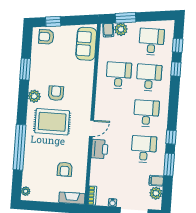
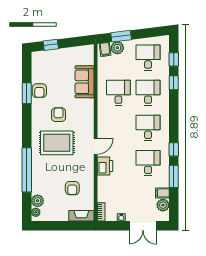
armchair: (46, 37) -> (39, 91), moved, turned -90
sofa: (86, 44) -> (85, 82), moved
plant: (34, 96) -> (38, 201), moved

